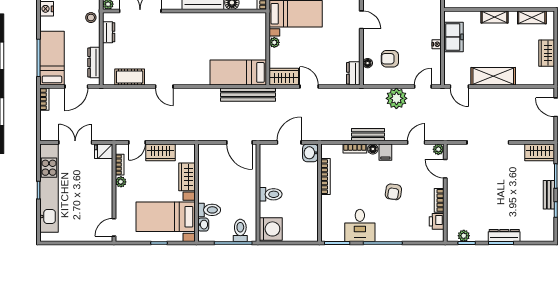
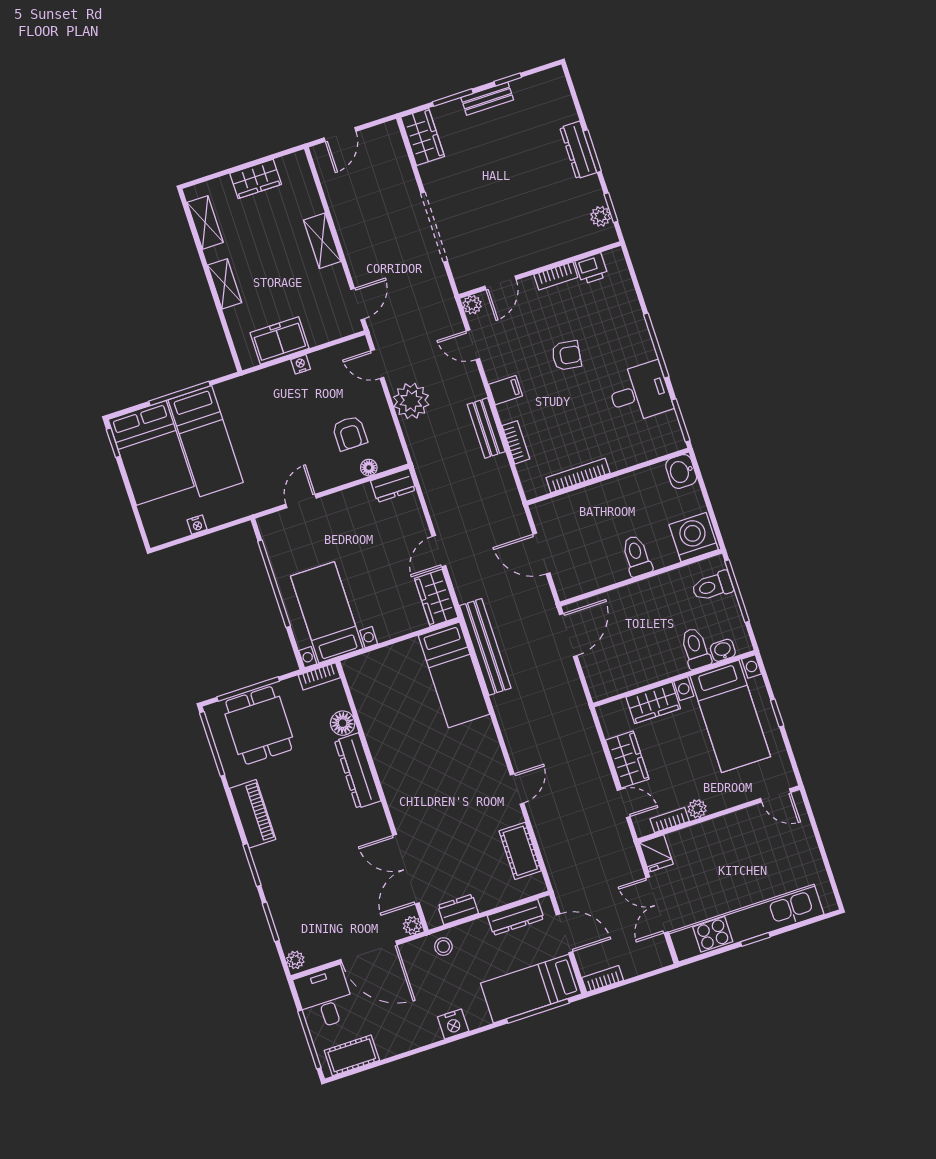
plant: (274, 42) -> (385, 632), removed
shelving: (493, 76) -> (322, 241), width x0.67, depth x0.75
floor lamp: (373, 149) -> (507, 412), removed
washbasin: (310, 153) -> (681, 471), moved, turned 90

